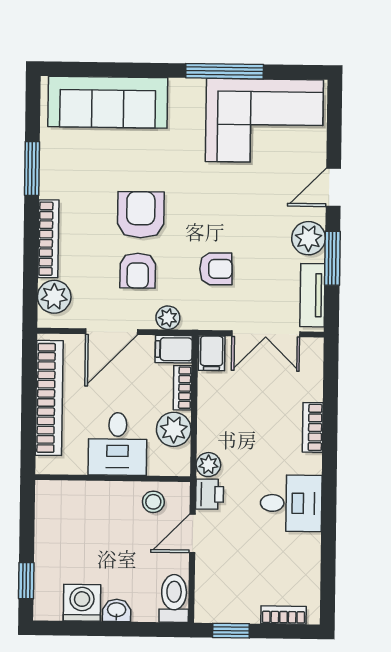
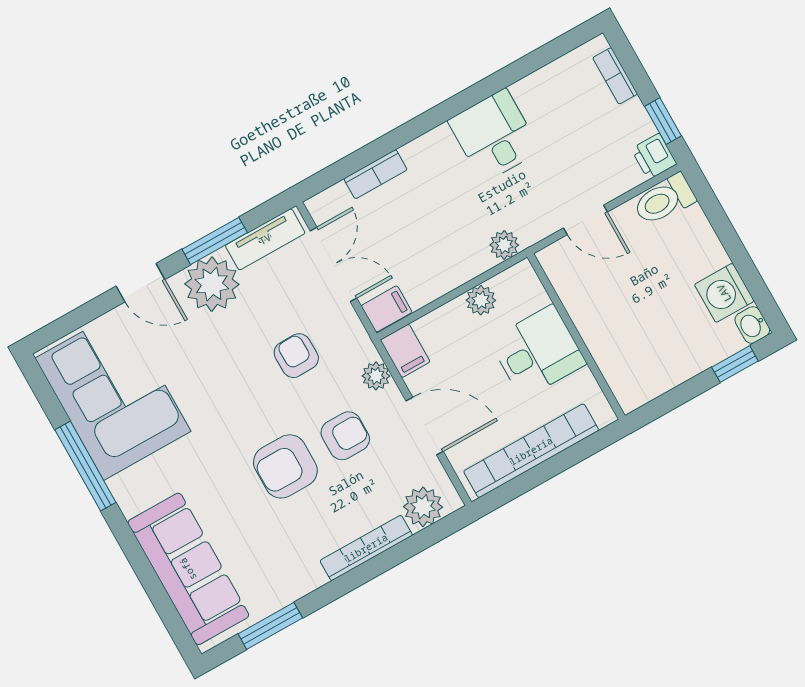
window: (32, 168) -> (270, 626), moved
plant: (309, 238) -> (212, 284), width x1.36, depth x1.36
bookcase: (183, 388) -> (440, 318), removed
bookcase: (313, 427) -> (375, 174), moved
plant: (174, 429) -> (481, 300), width x0.73, depth x0.73
printer: (210, 494) -> (654, 156), moved, turned -90
stool: (153, 502) -> (576, 280), removed
washbasin: (117, 610) -> (752, 325), moved

